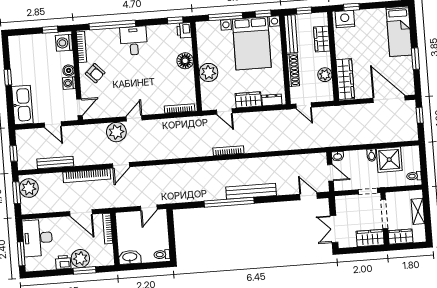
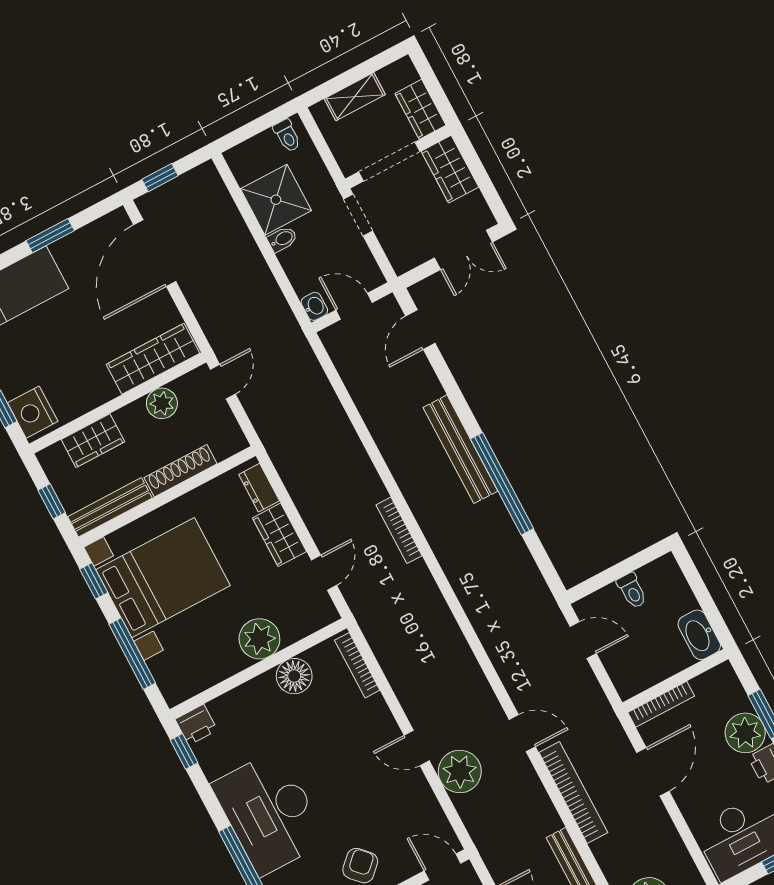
desk: (134, 41) -> (270, 813), width x1.87, depth x1.30
floor lamp: (185, 61) -> (294, 676), moved
door: (304, 106) -> (223, 382), moved
door: (330, 173) -> (354, 306), hinge flipped
toilet: (162, 254) -> (632, 591), moved

